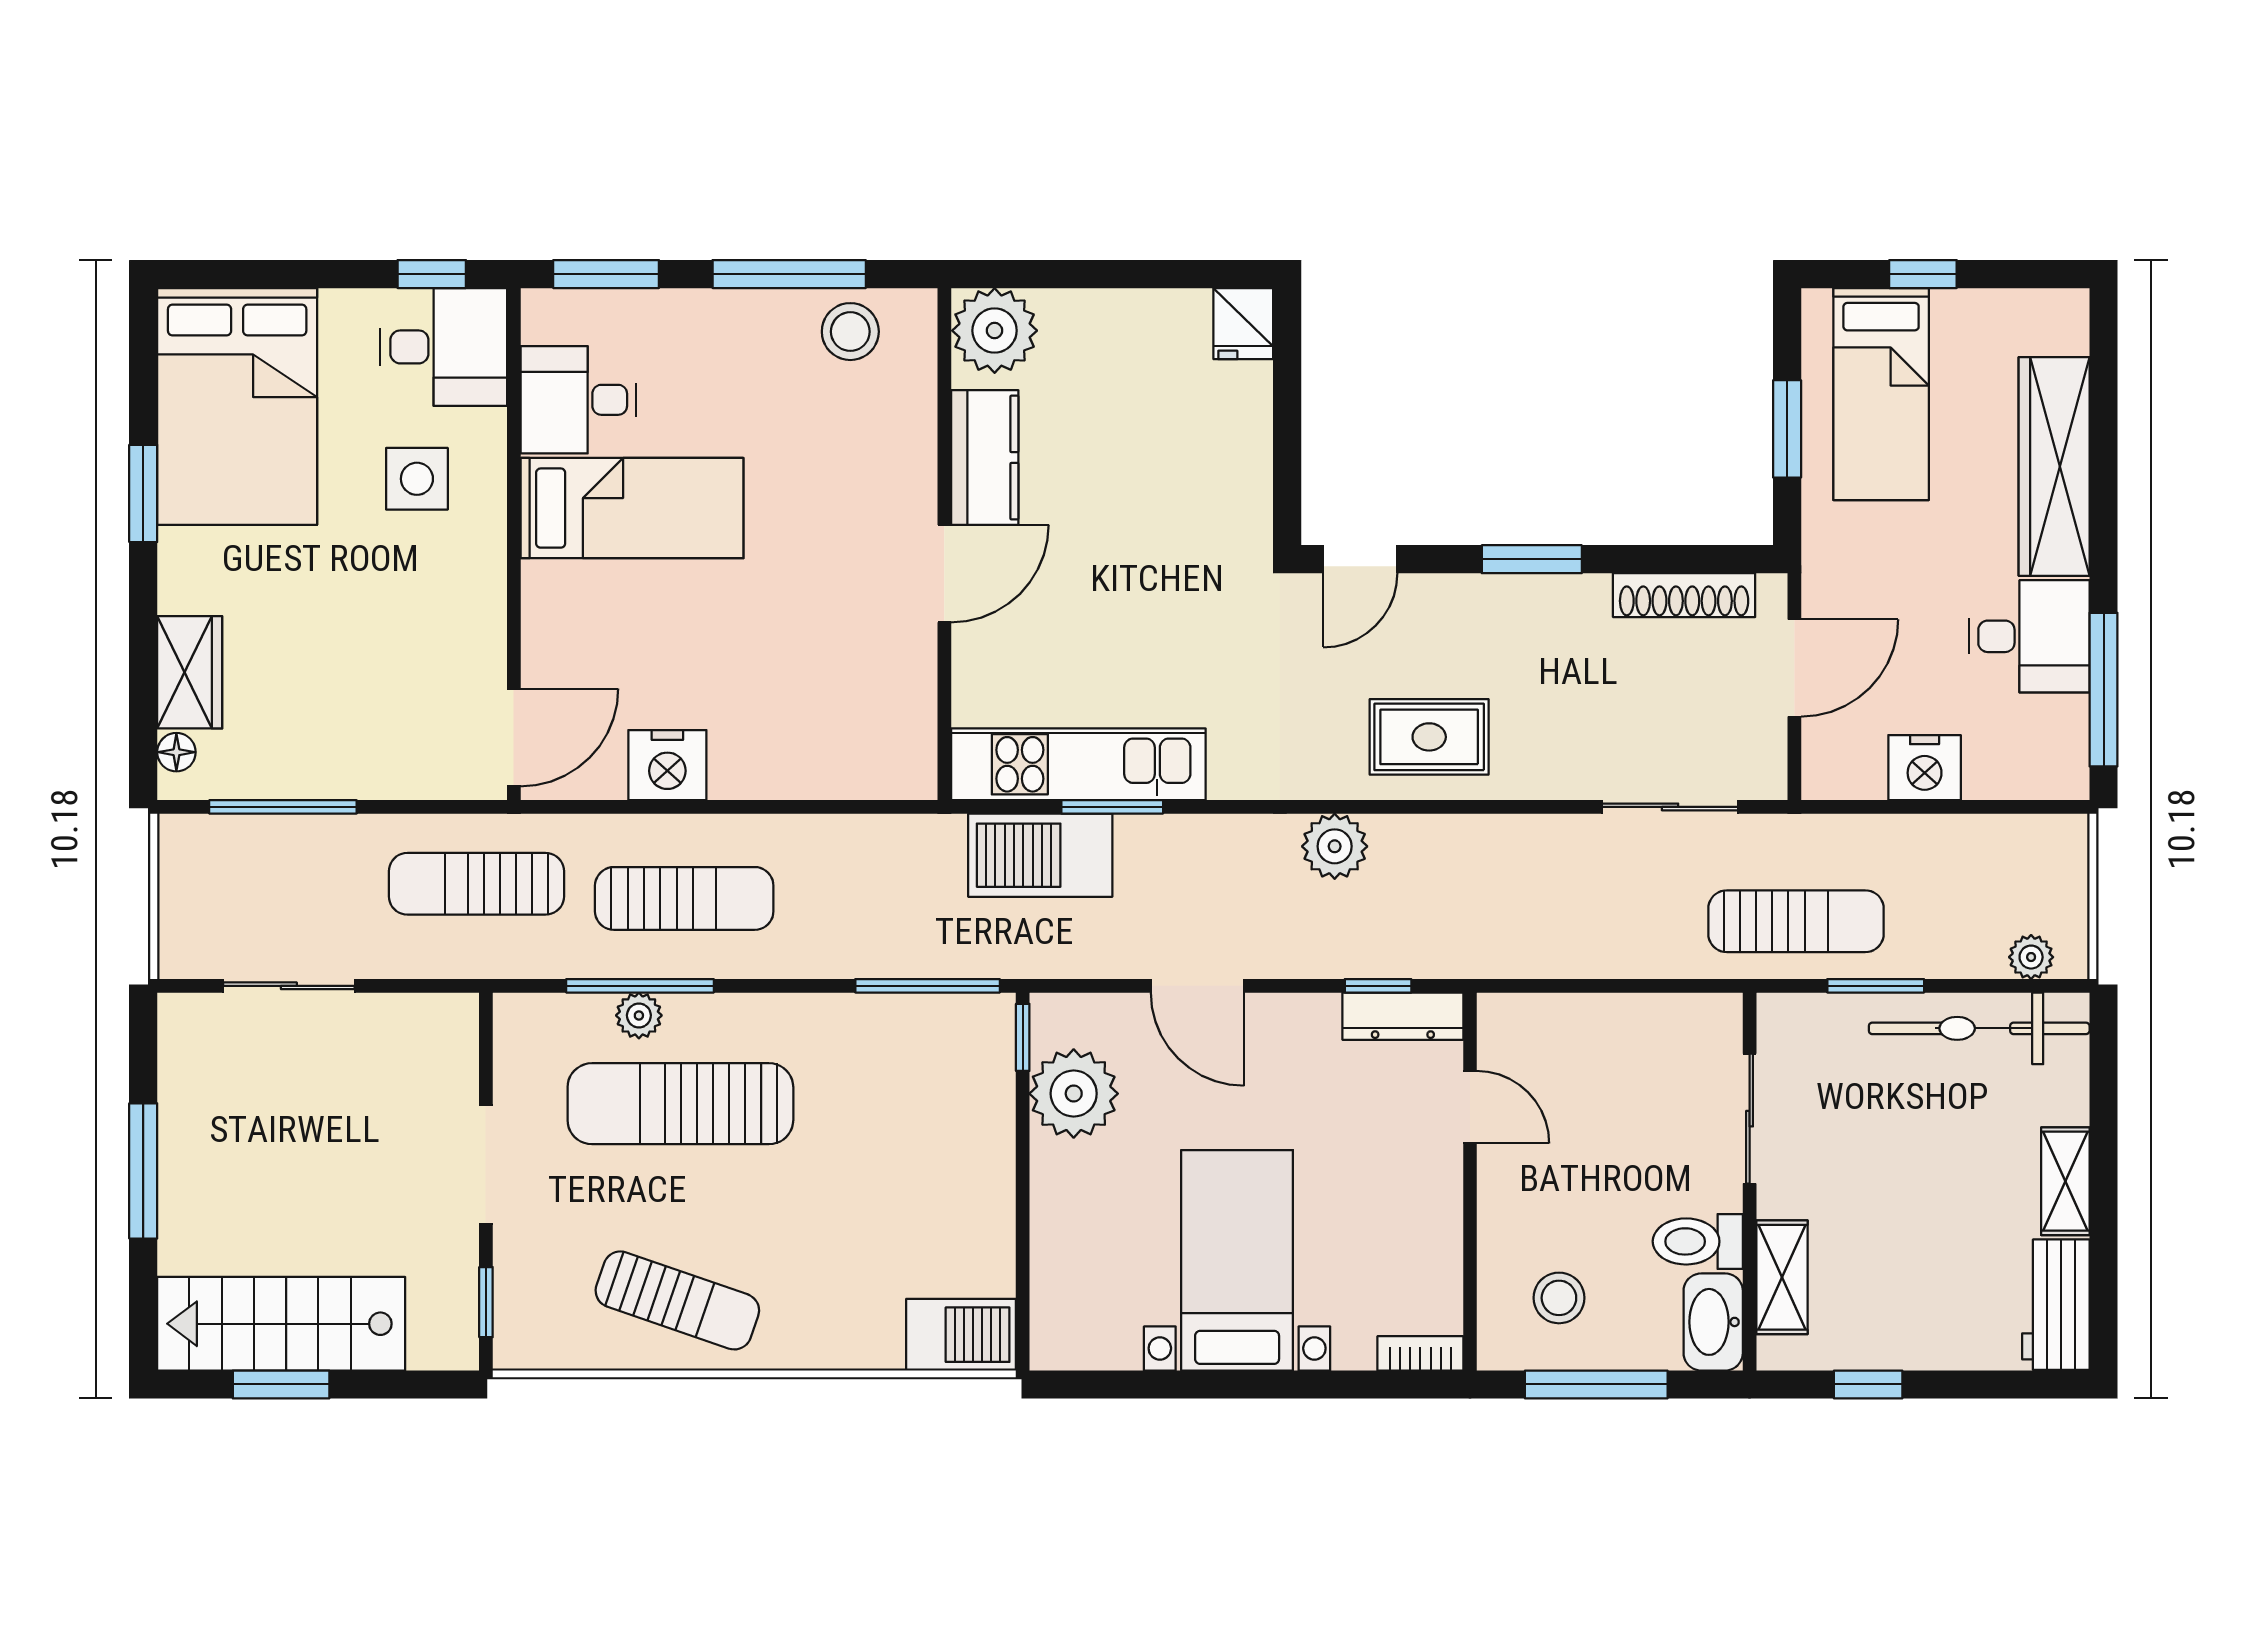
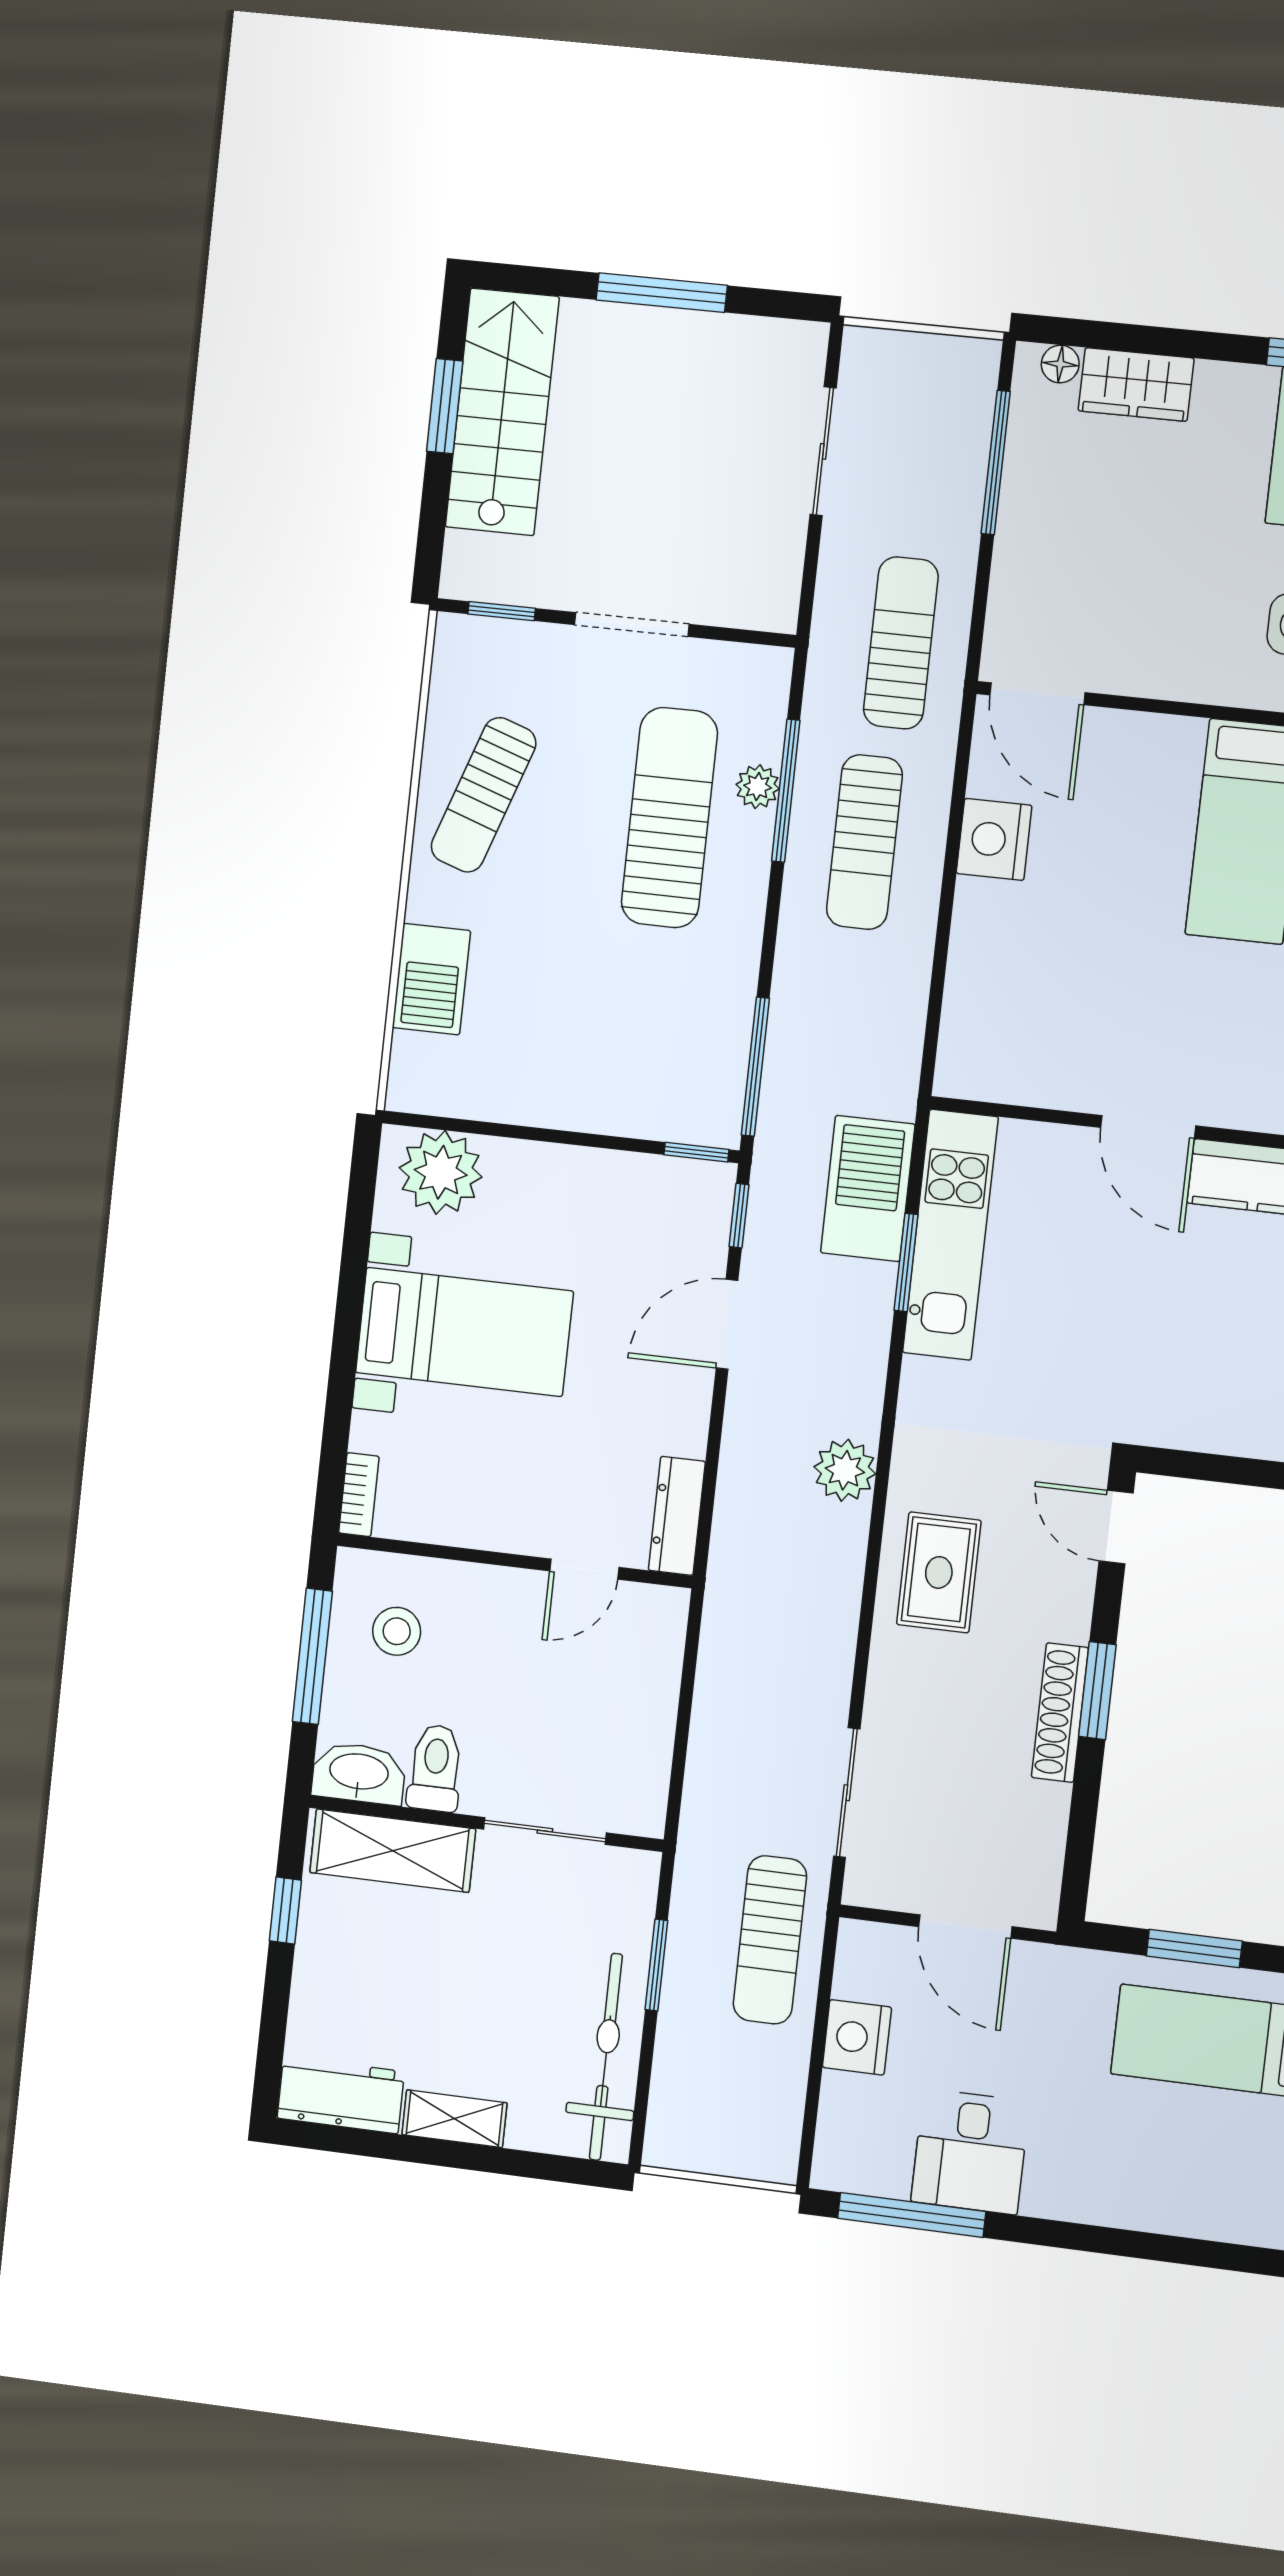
wardrobe: (2054, 466) -> (1129, 2196), removed
shoe rack: (1684, 595) -> (1060, 1713), moved
sun lounger: (1796, 921) -> (770, 1940), moved
plant: (2031, 957) -> (667, 2114), removed
window: (1378, 986) -> (739, 1216), moved
plant: (1074, 1094) -> (441, 1172), moved
shelving: (1782, 1277) -> (393, 1851), width x1.50, depth x1.33
barbecue: (961, 1335) -> (431, 979), moved

